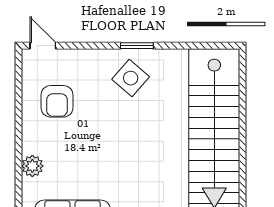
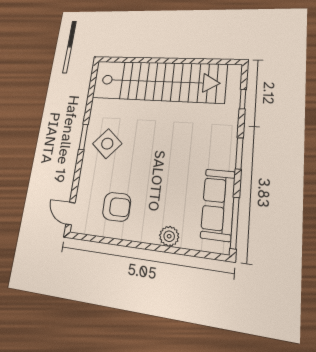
door: (43, 46) -> (71, 213), hinge flipped

